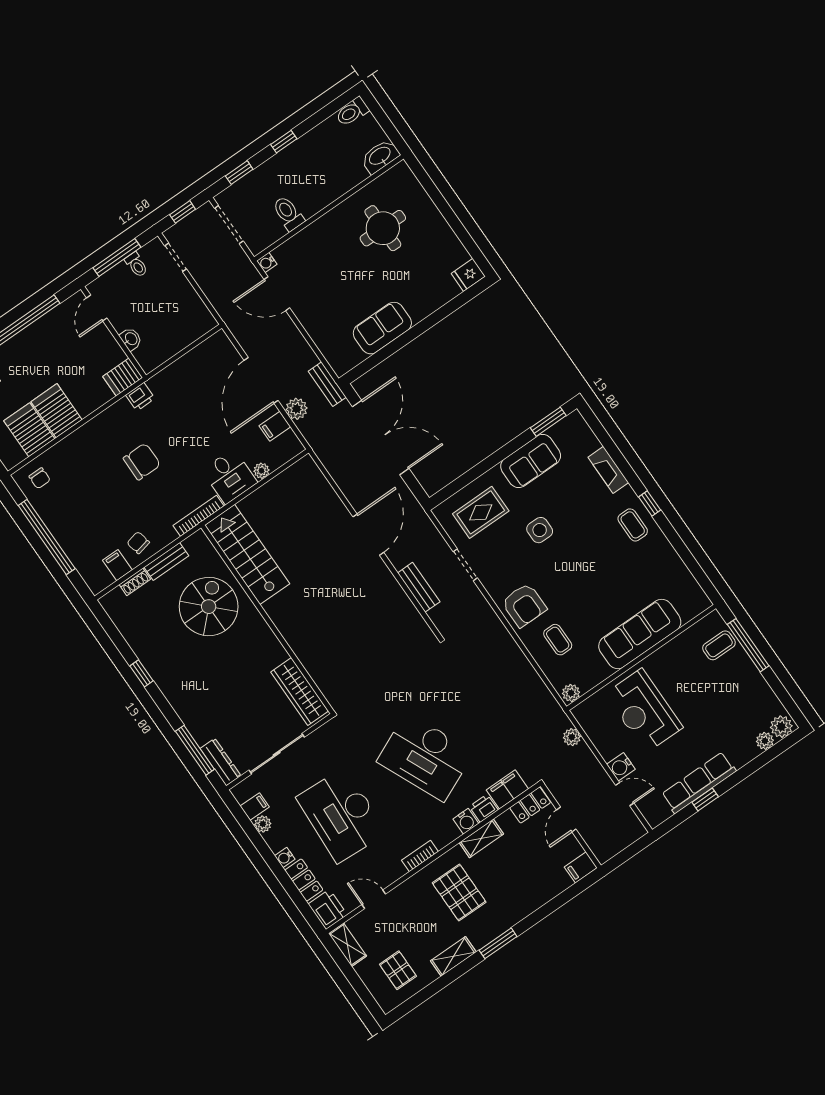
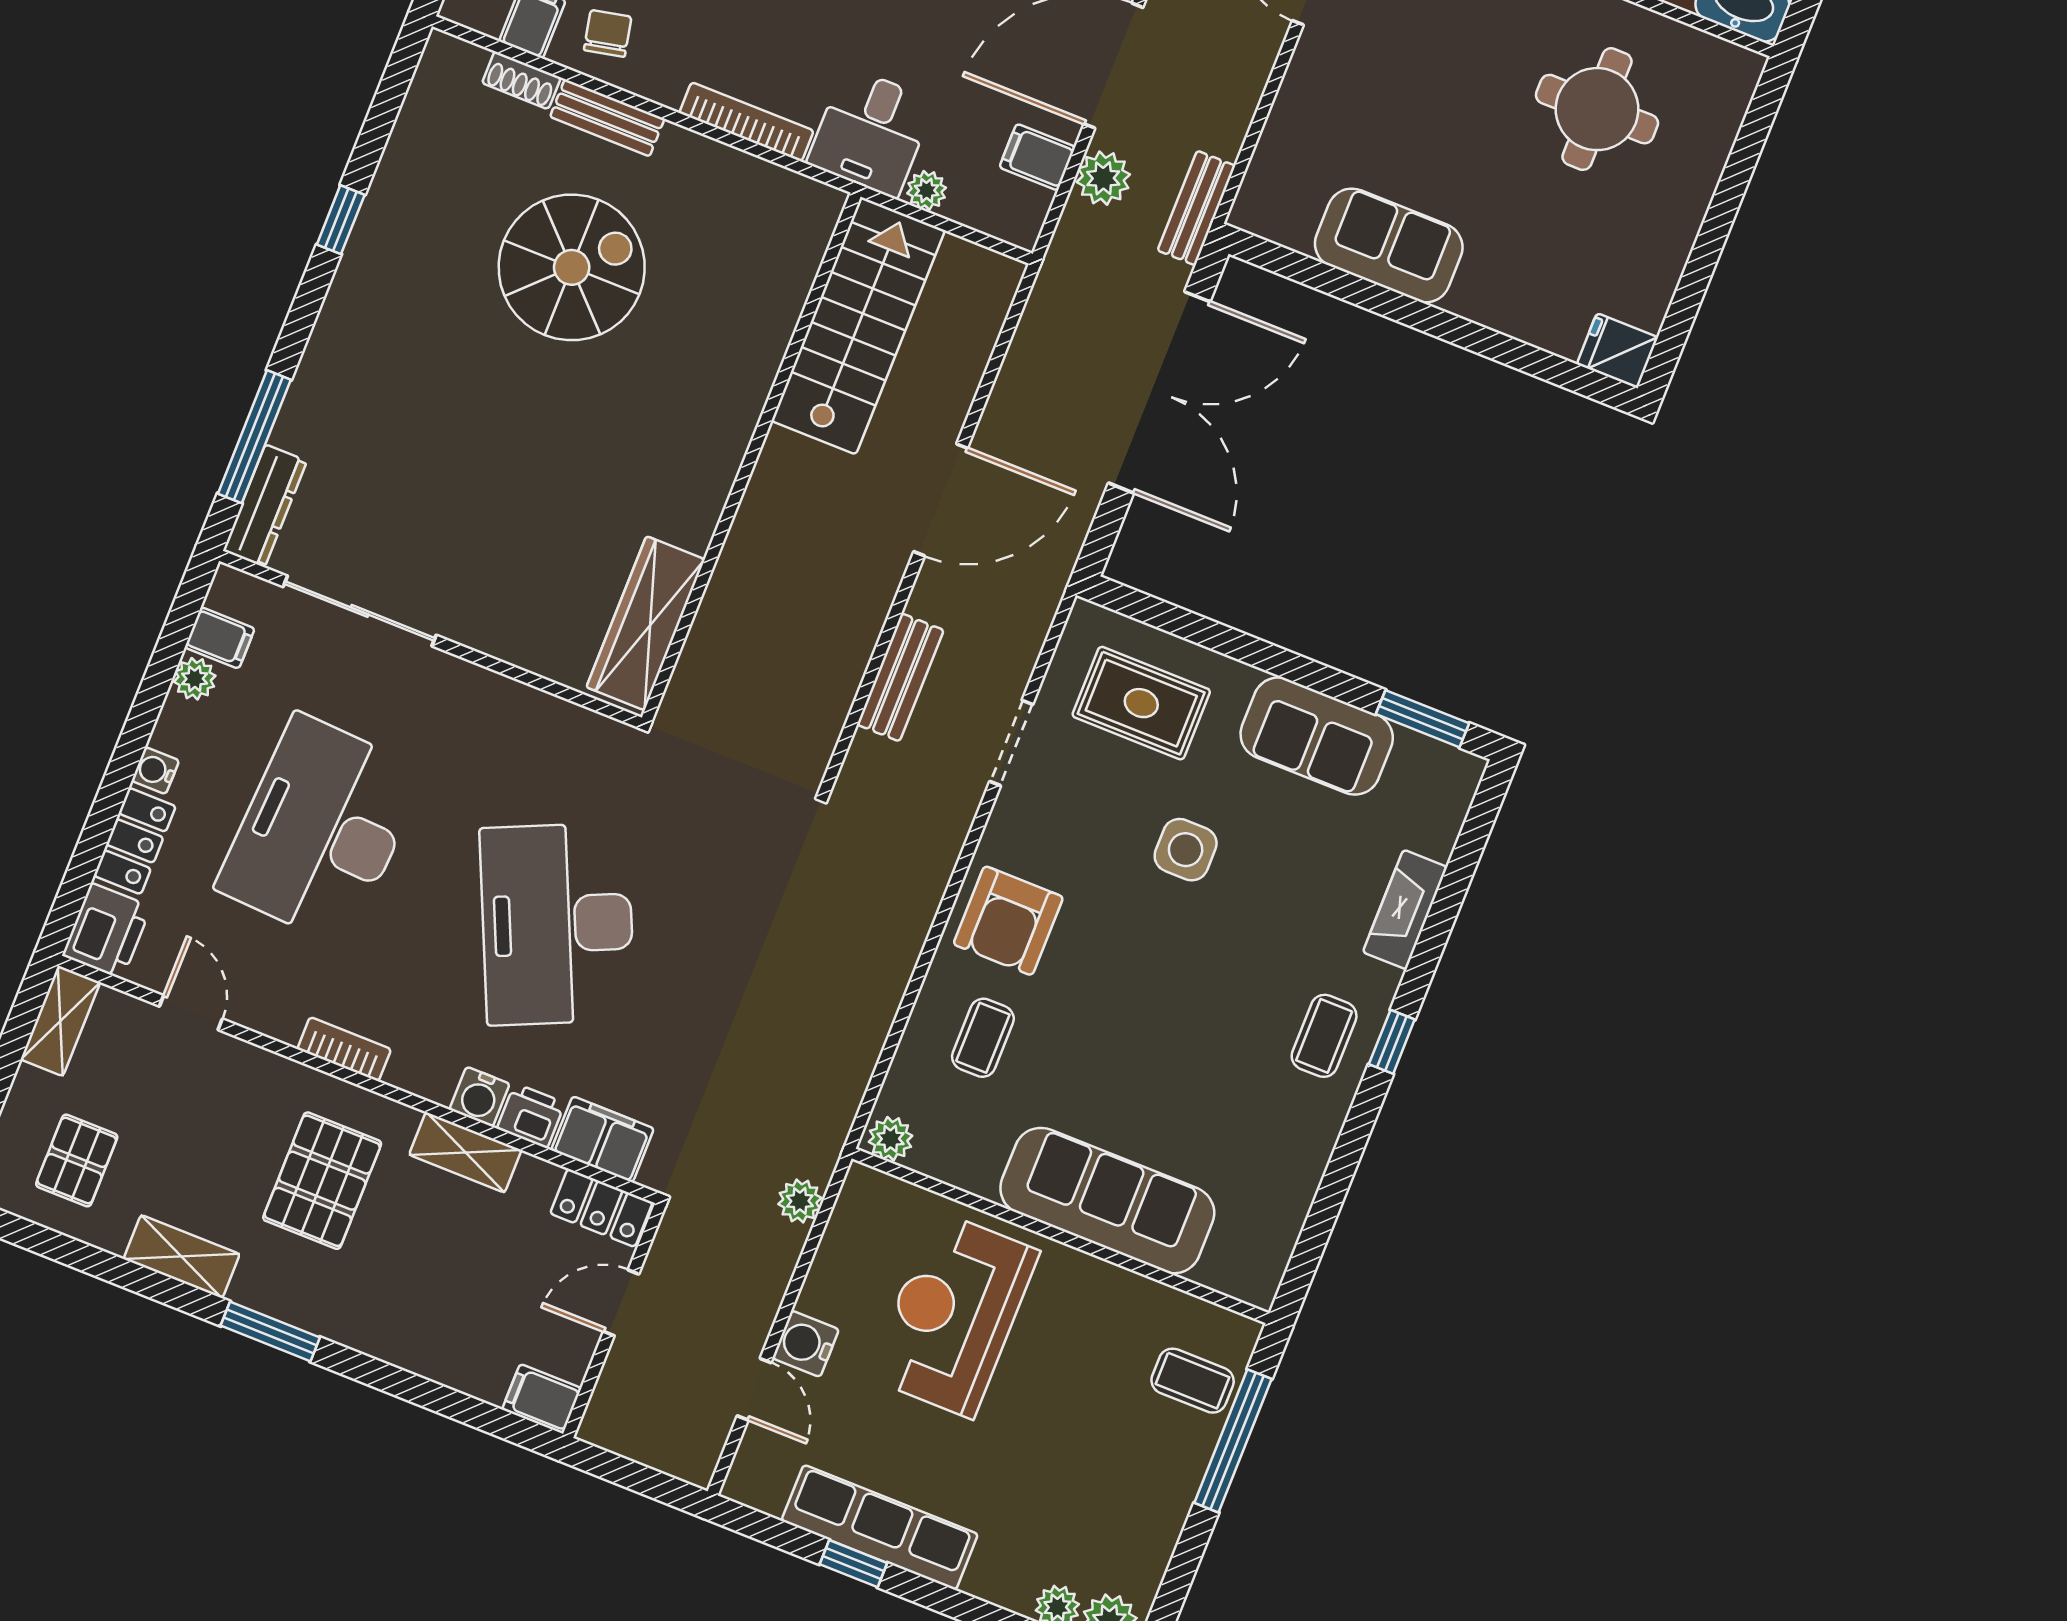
stairs: (247, 554) -> (858, 326), moved
wall: (267, 619) -> (751, 457), moved
wardrobe: (300, 692) -> (646, 623), moved

